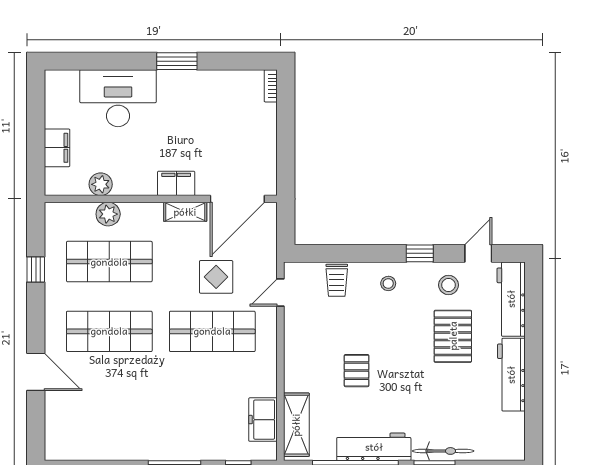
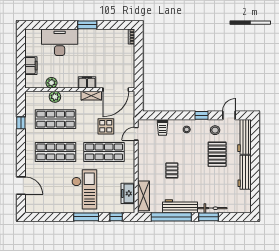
door: (36, 372) -> (21, 186), moved
checkout: (170, 411) -> (84, 189), added

